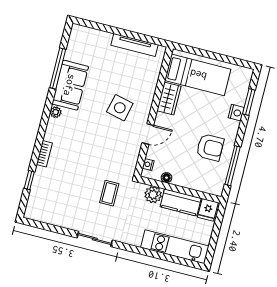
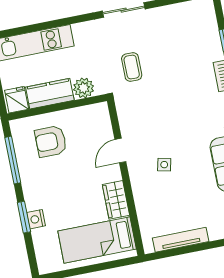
window: (249, 102) -> (24, 217), moved
side table: (120, 108) -> (164, 165), width x0.54, depth x0.54
armchair: (210, 147) -> (51, 141), moved
nightstand: (148, 164) -> (104, 118), removed
floor lamp: (167, 178) -> (78, 113), removed

